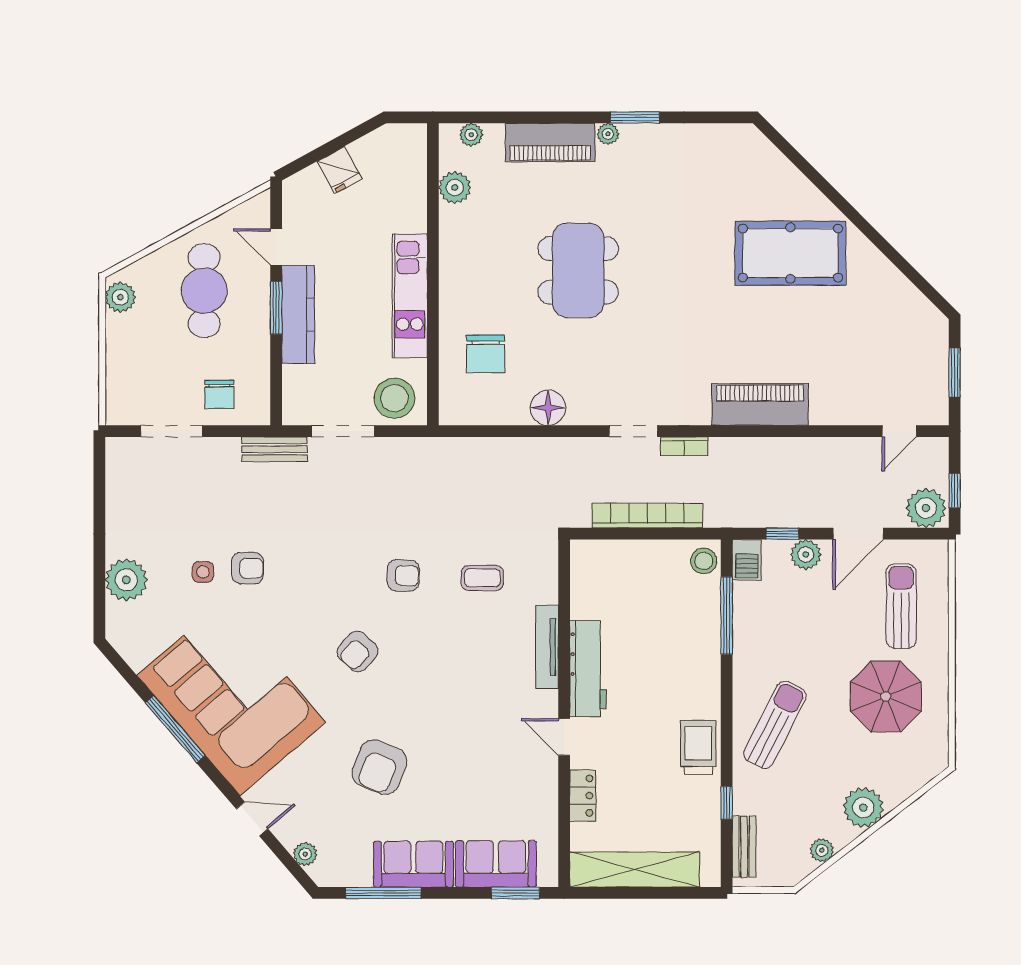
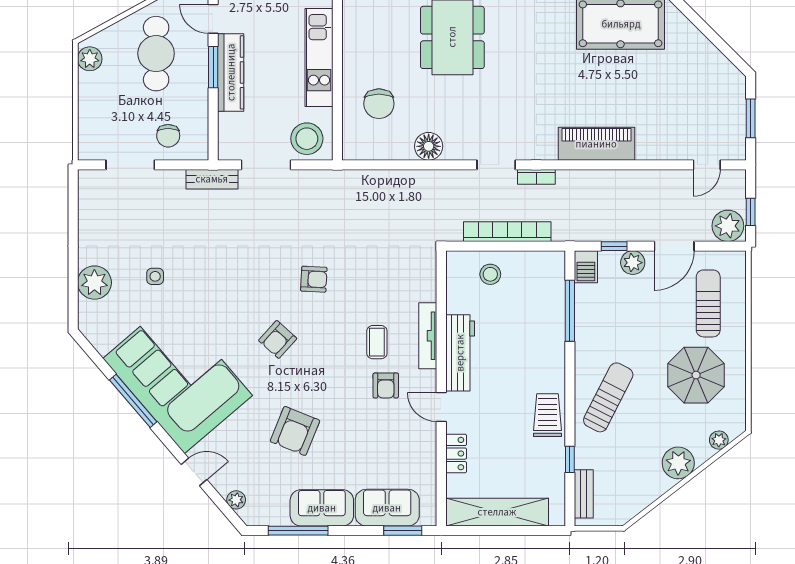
stool: (704, 561) -> (490, 274), moved
armchair: (248, 568) -> (386, 385), moved, turned 90
coffee table: (482, 578) -> (377, 342), moved, turned 90
plant: (822, 850) -> (719, 440), moved

